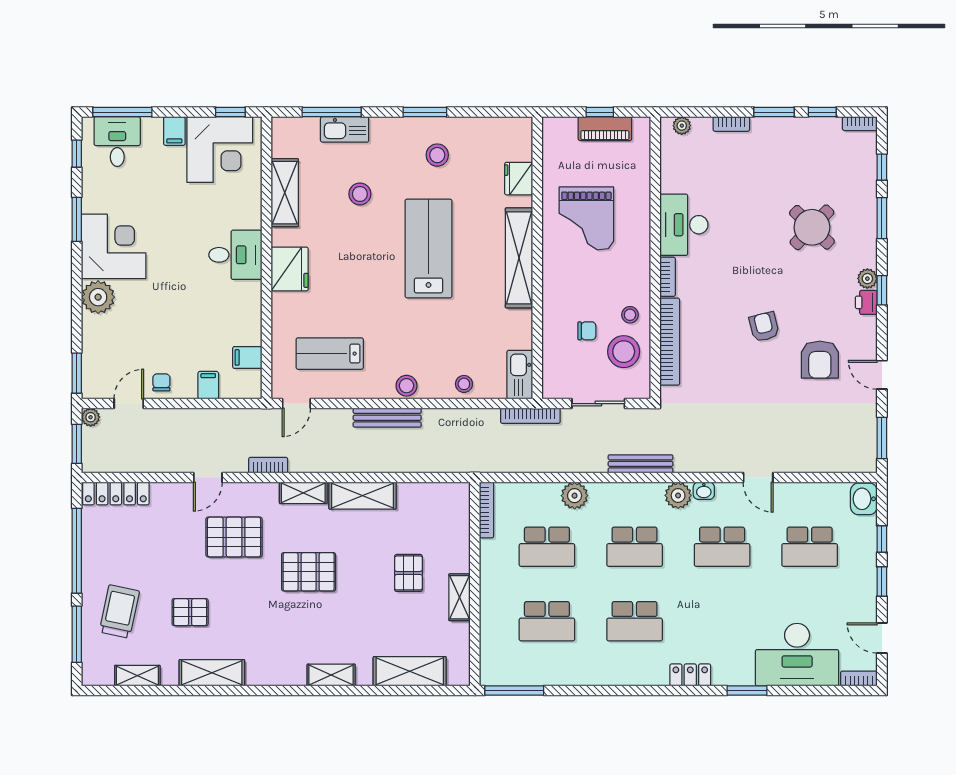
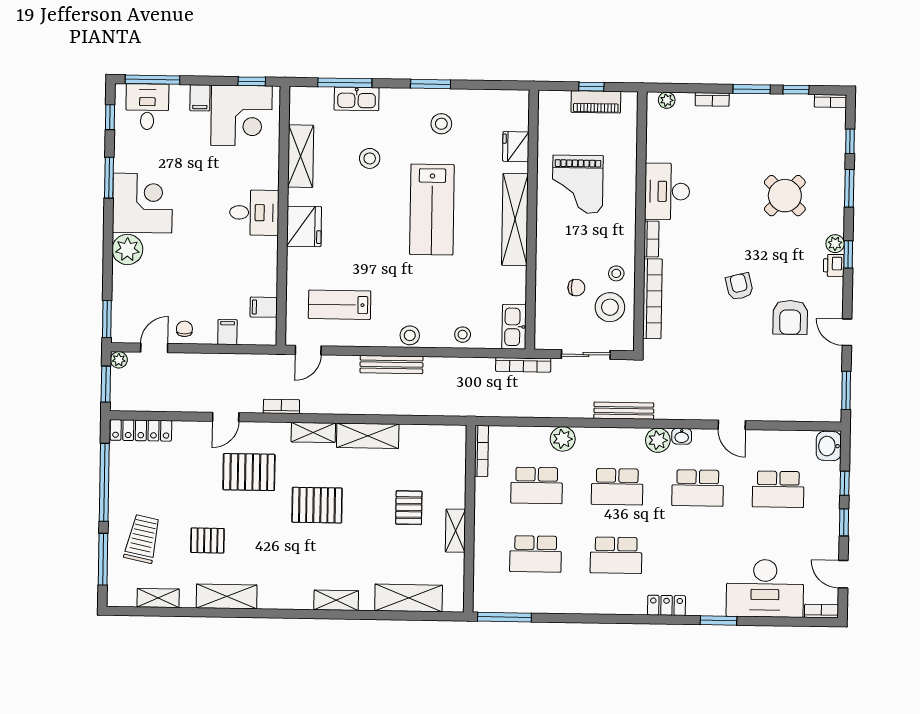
lab bench: (429, 248) -> (432, 210), turned 180

